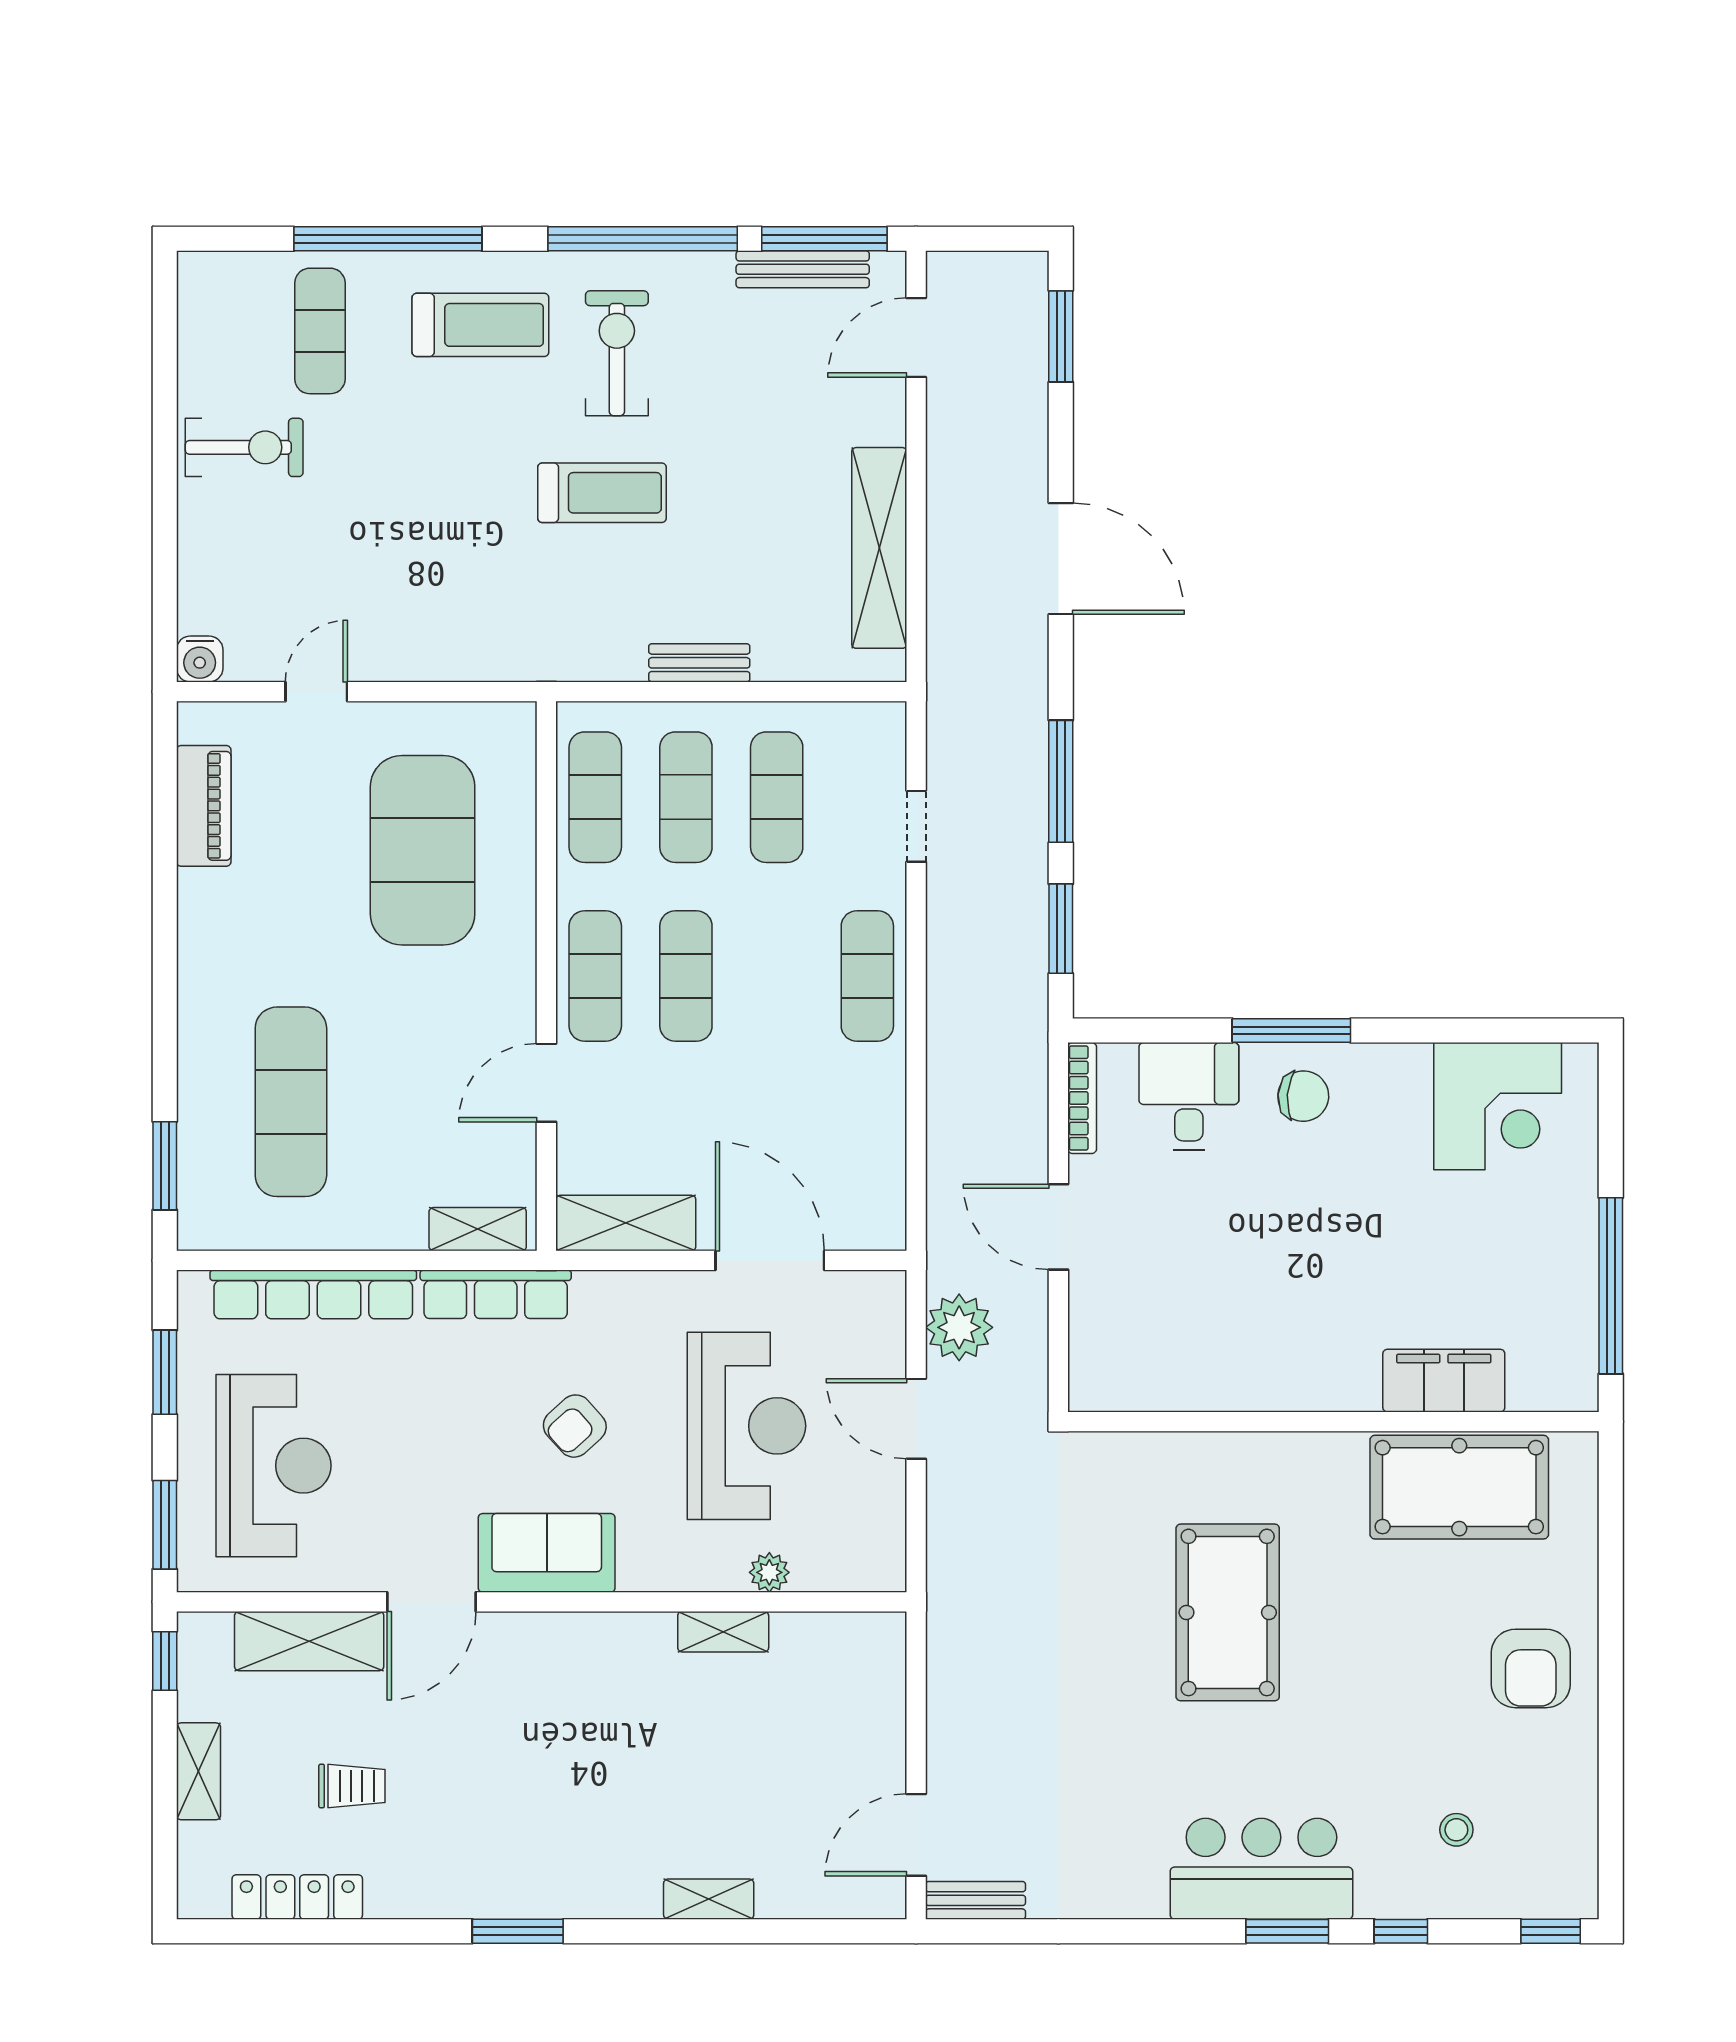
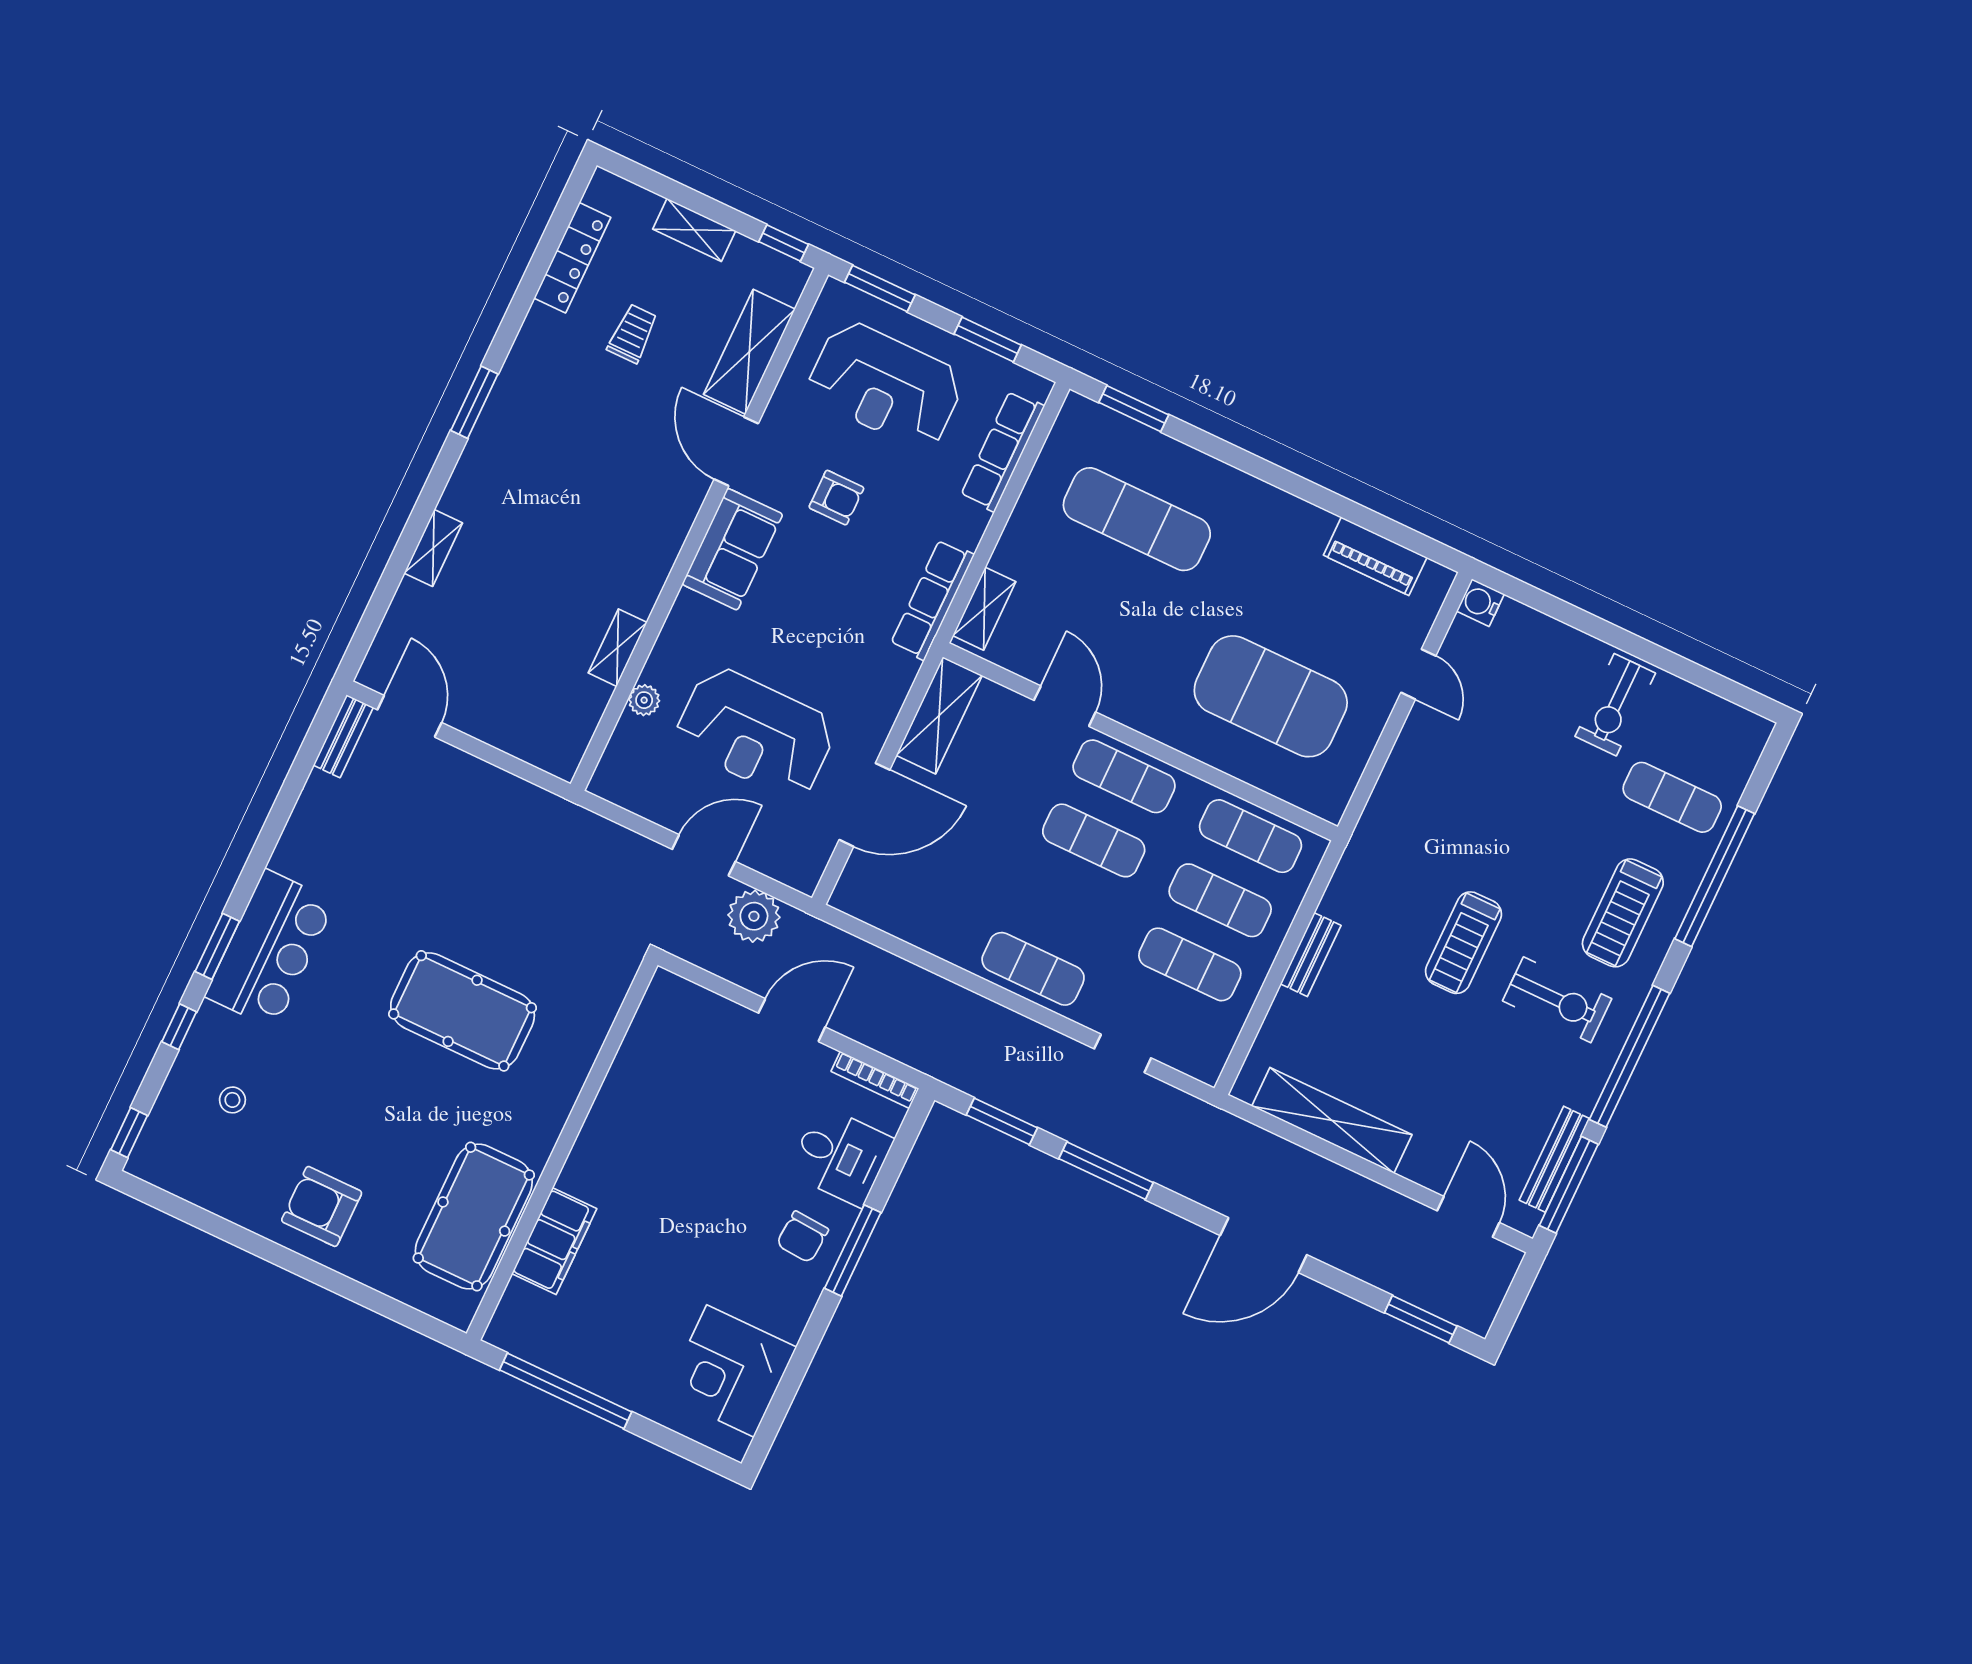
row of seats: (313, 1294) -> (1002, 451), width x0.73
armchair: (575, 1426) -> (836, 498), moved, turned 132
trolley: (352, 1786) -> (633, 334), turned 180

